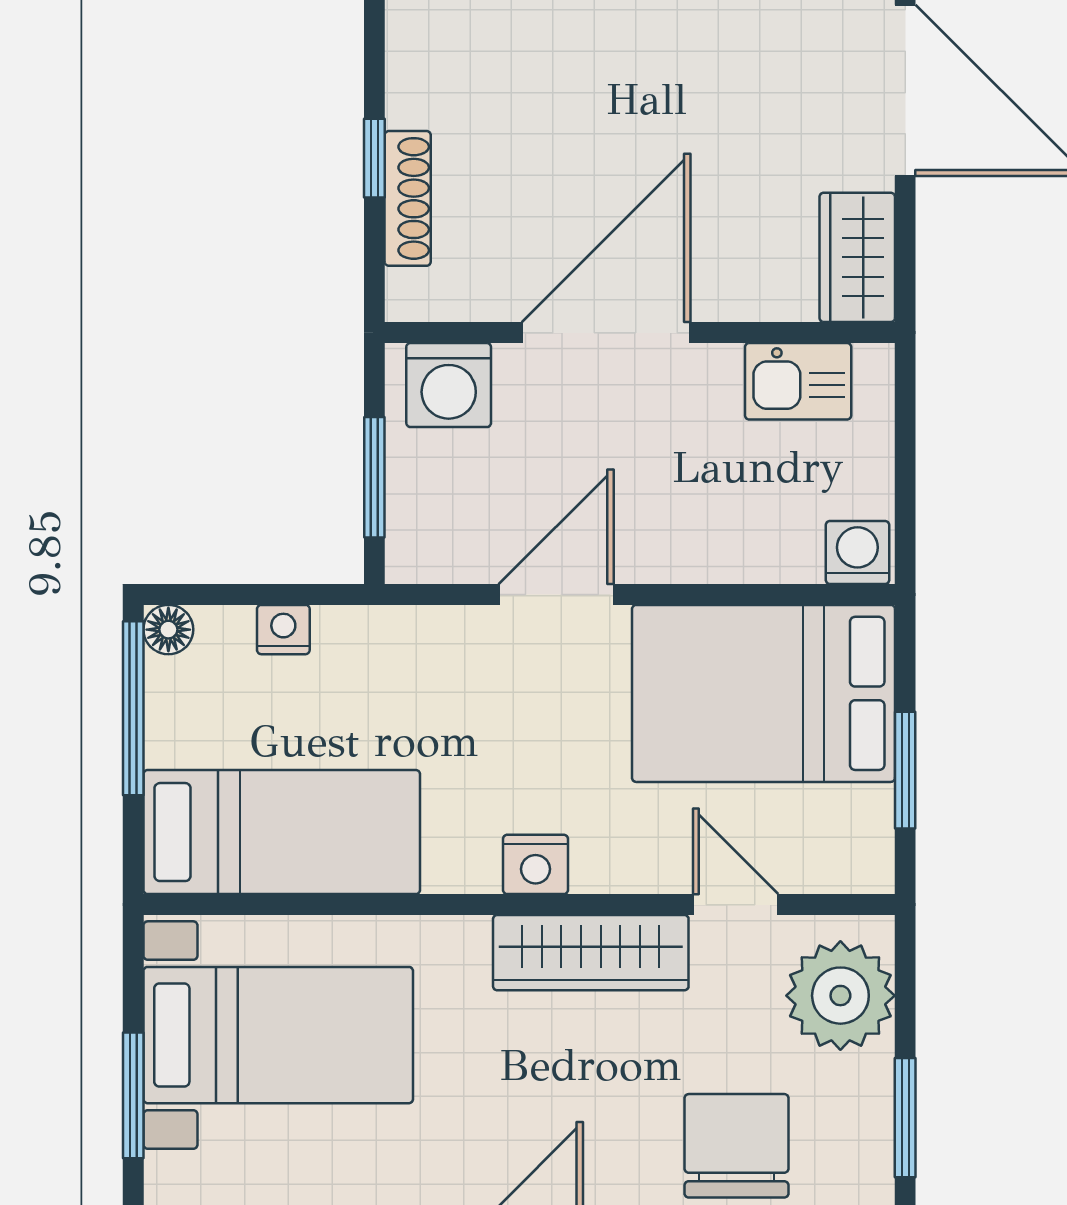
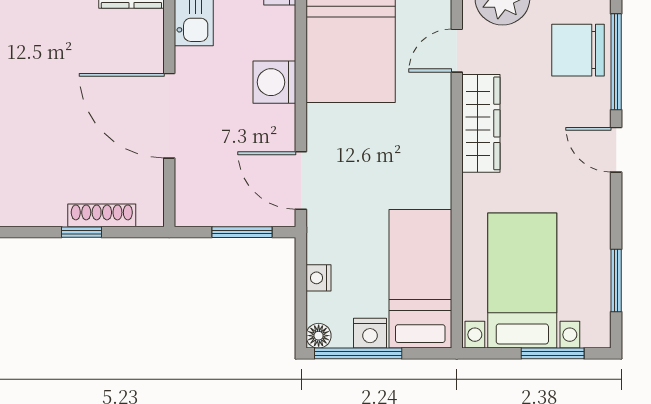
washing machine: (449, 385) -> (274, 82), moved, turned 180
door: (556, 594) -> (301, 181), moved
nightstand: (535, 864) -> (370, 333), moved, turned 90

